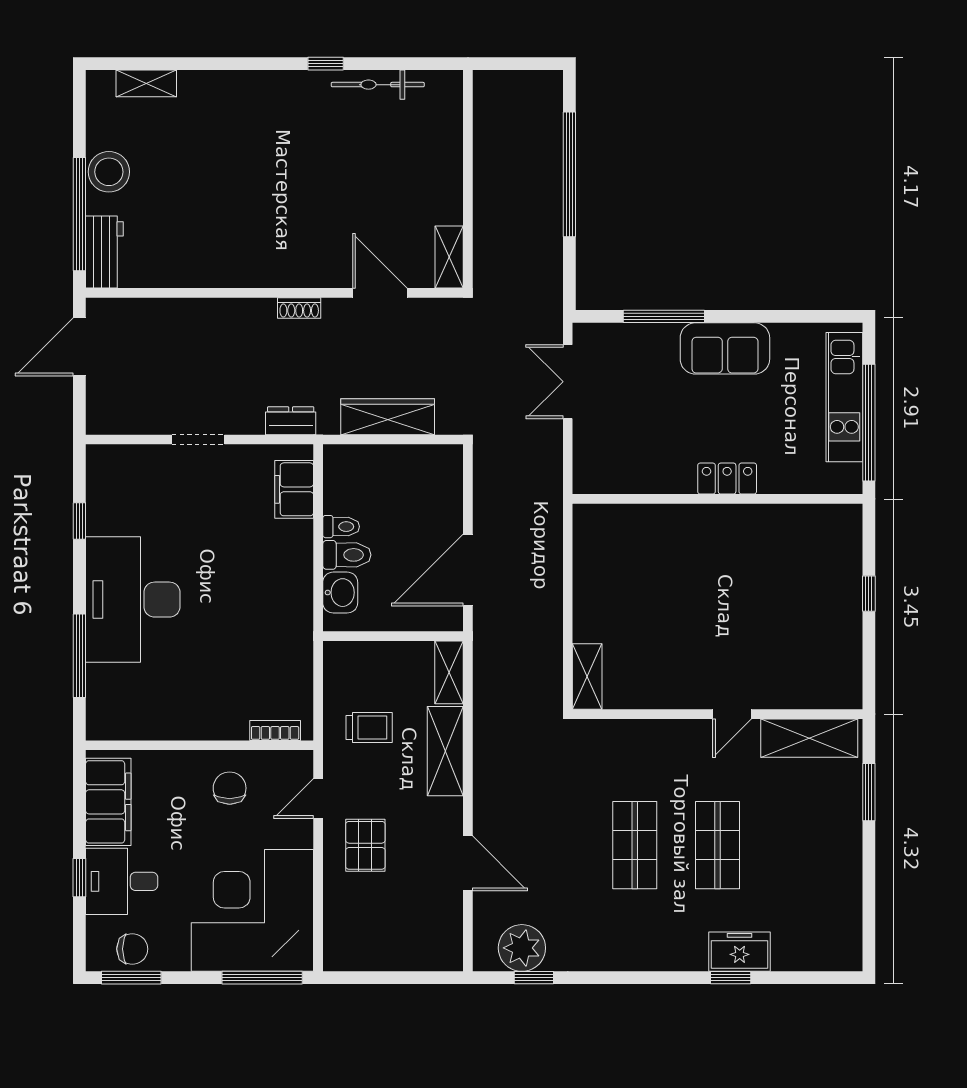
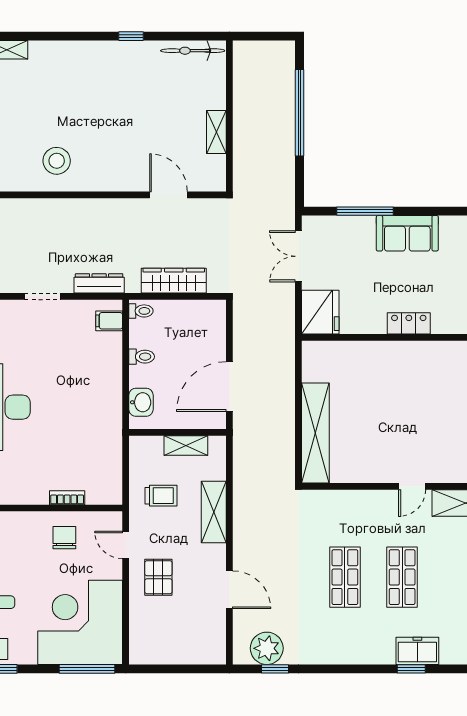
bicycle: (378, 85) -> (193, 51), moved
stool: (218, 244) -> (57, 161), added
shelving: (449, 257) -> (216, 132), moved
shoe rack: (299, 308) -> (113, 205), removed
dresser: (291, 421) -> (99, 283), width x1.44
fridge: (599, 462) -> (320, 312), added
filing cabinet: (294, 489) -> (109, 321), width x0.50
toilet: (347, 555) -> (141, 311), moved, width x0.73, depth x0.72
shelving: (449, 672) -> (186, 445), moved, turned 90
shelving: (587, 677) -> (315, 433), width x2.20, depth x1.33
bookcase: (275, 731) -> (67, 498), moved
door: (318, 799) -> (126, 545), hinge flipped

